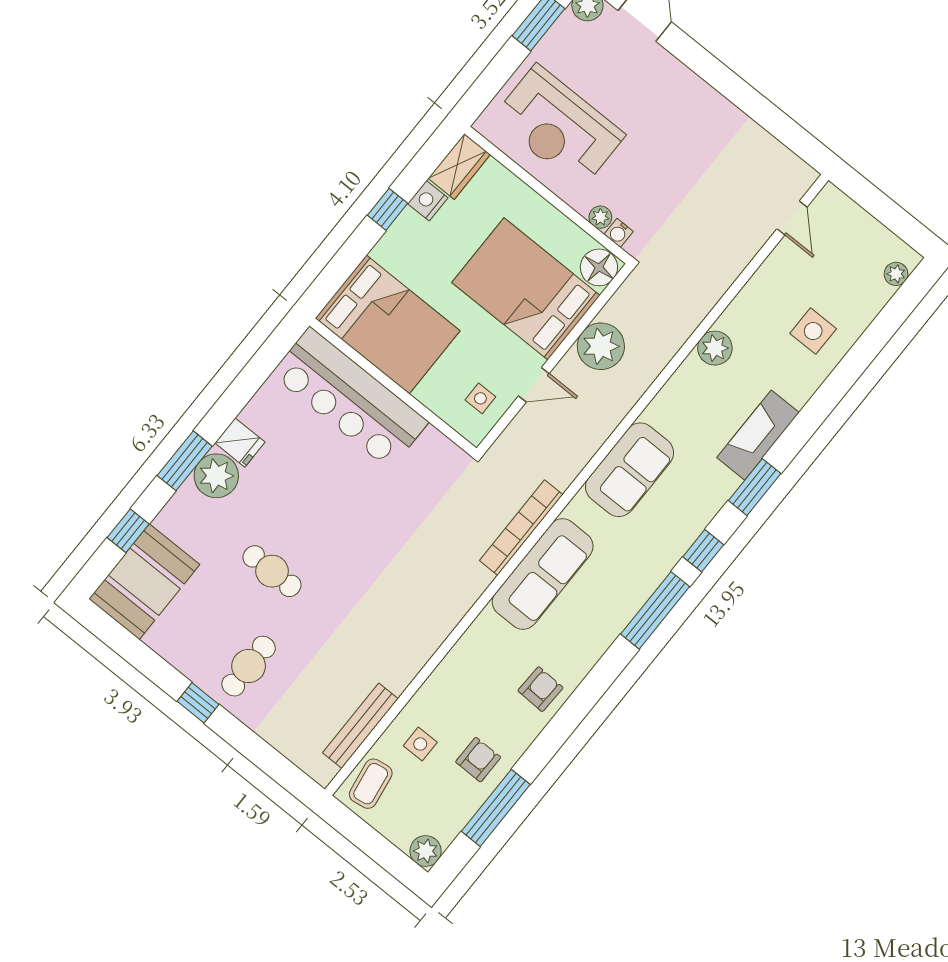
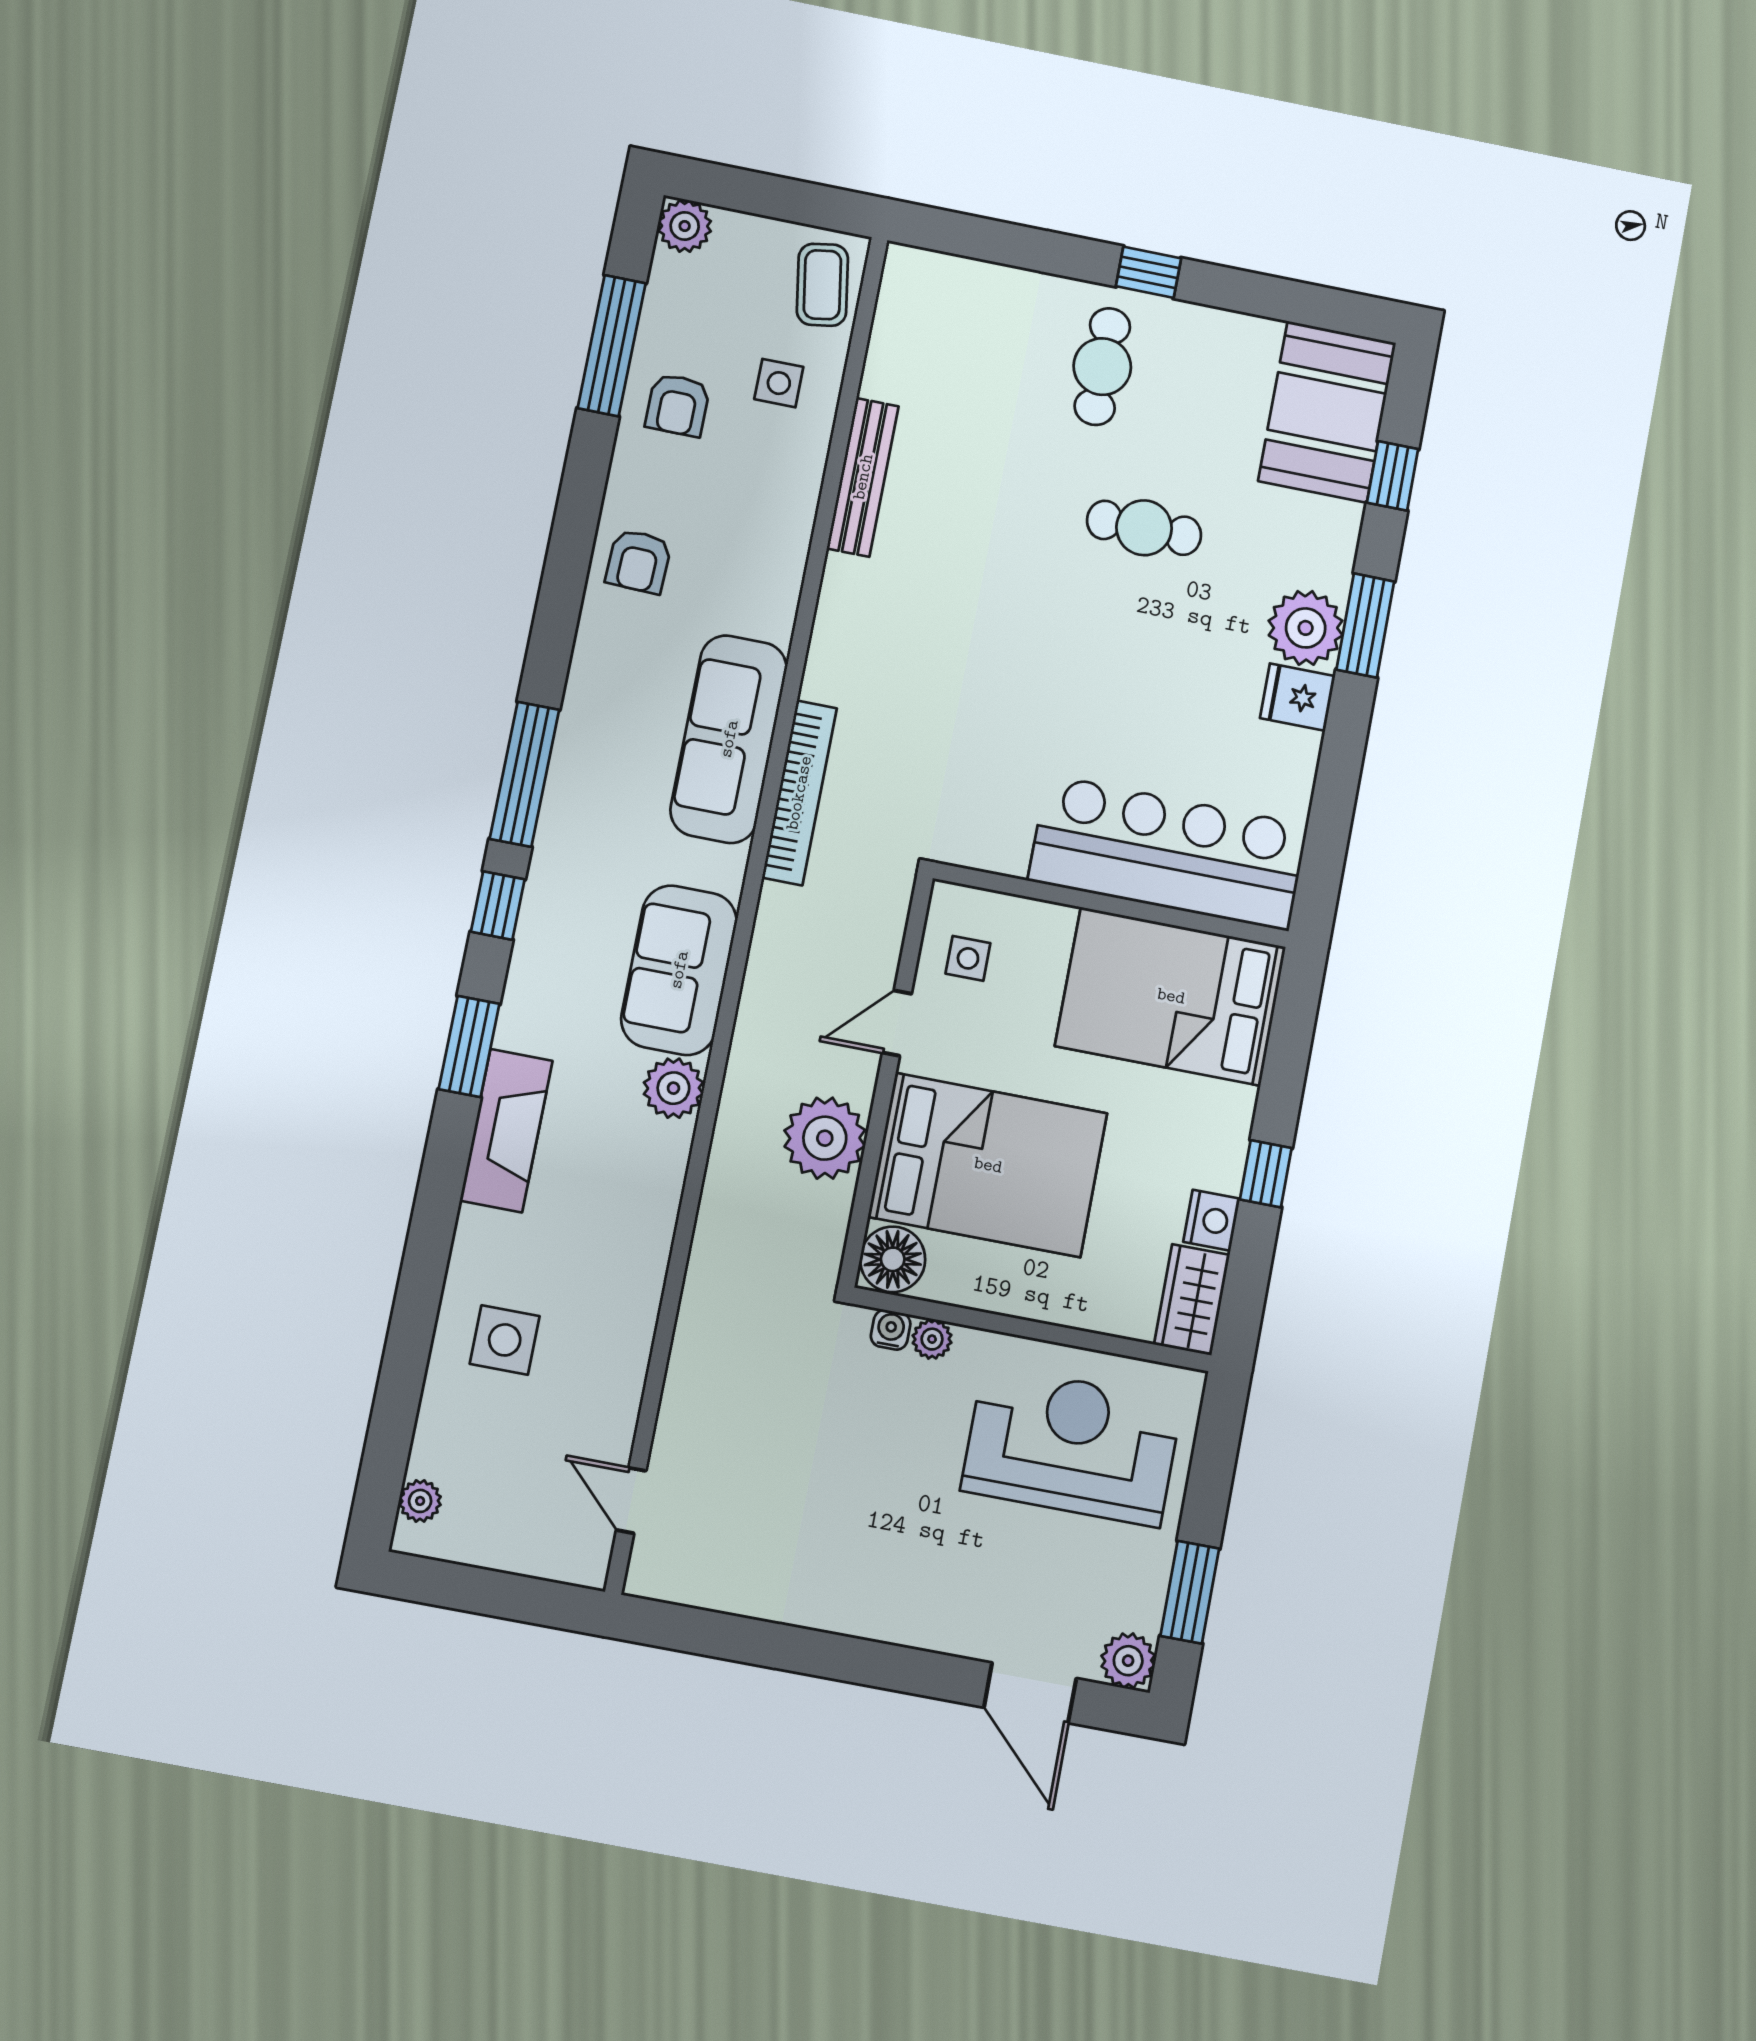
plant: (715, 348) -> (673, 1088), moved
bench: (360, 726) -> (863, 477), moved

